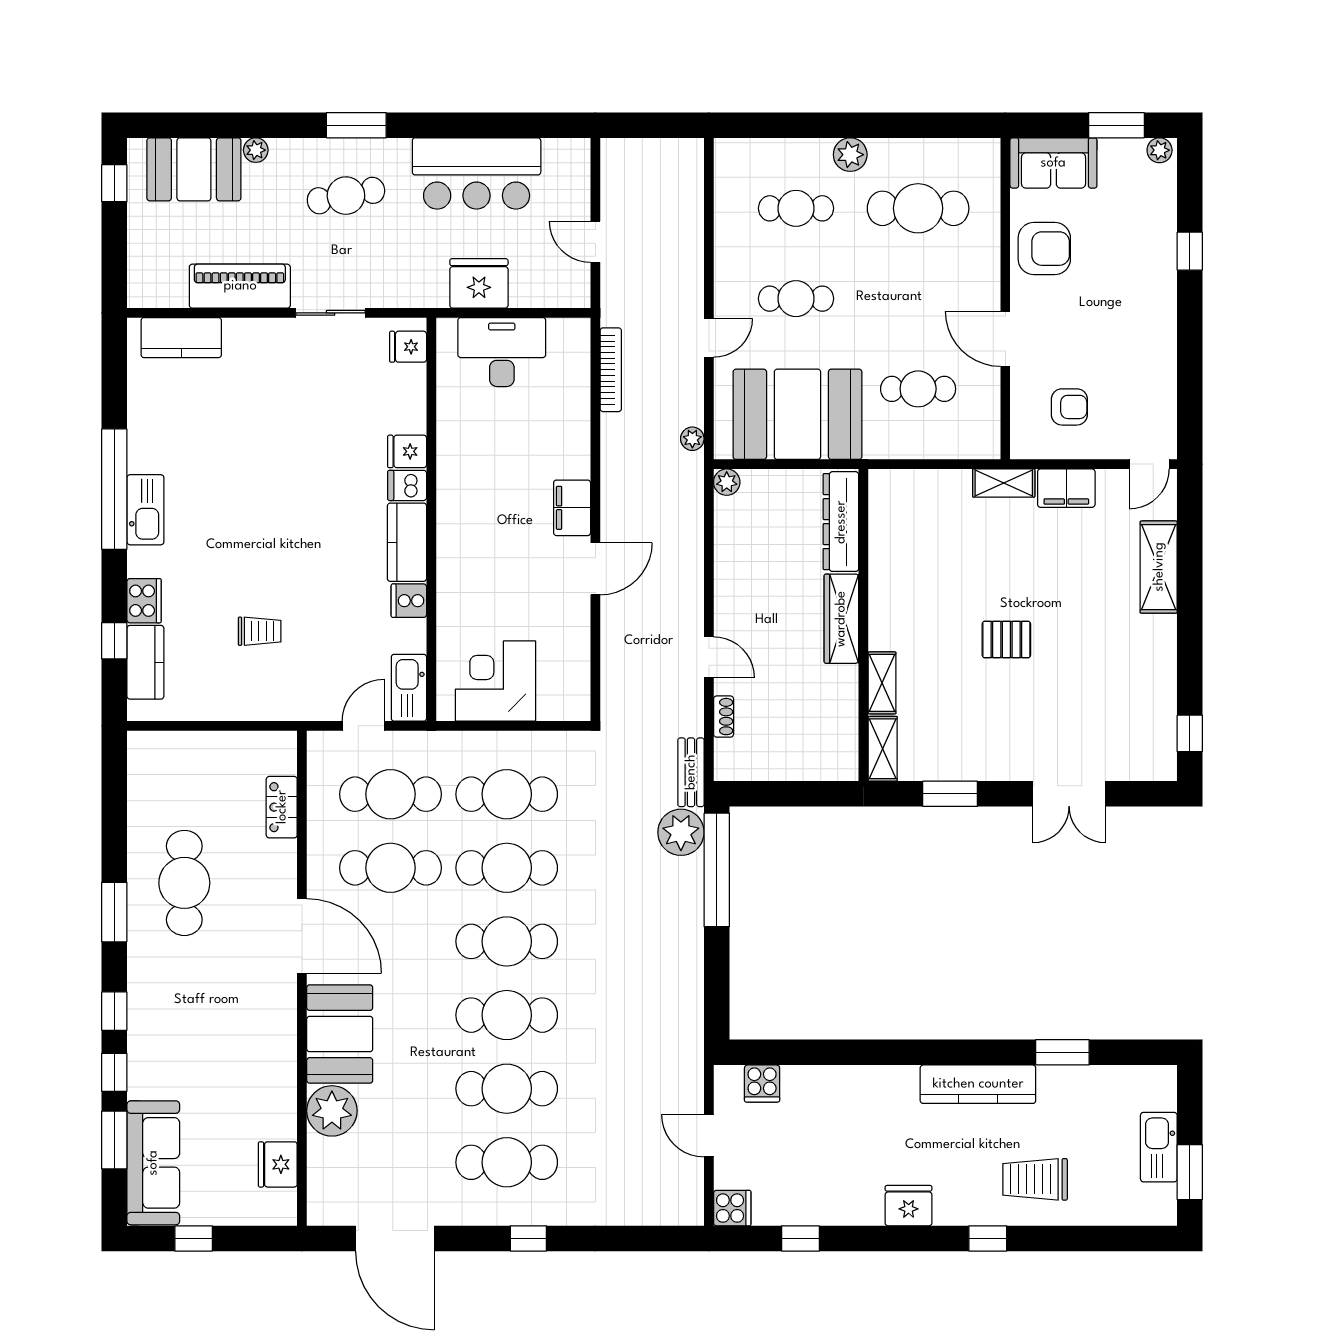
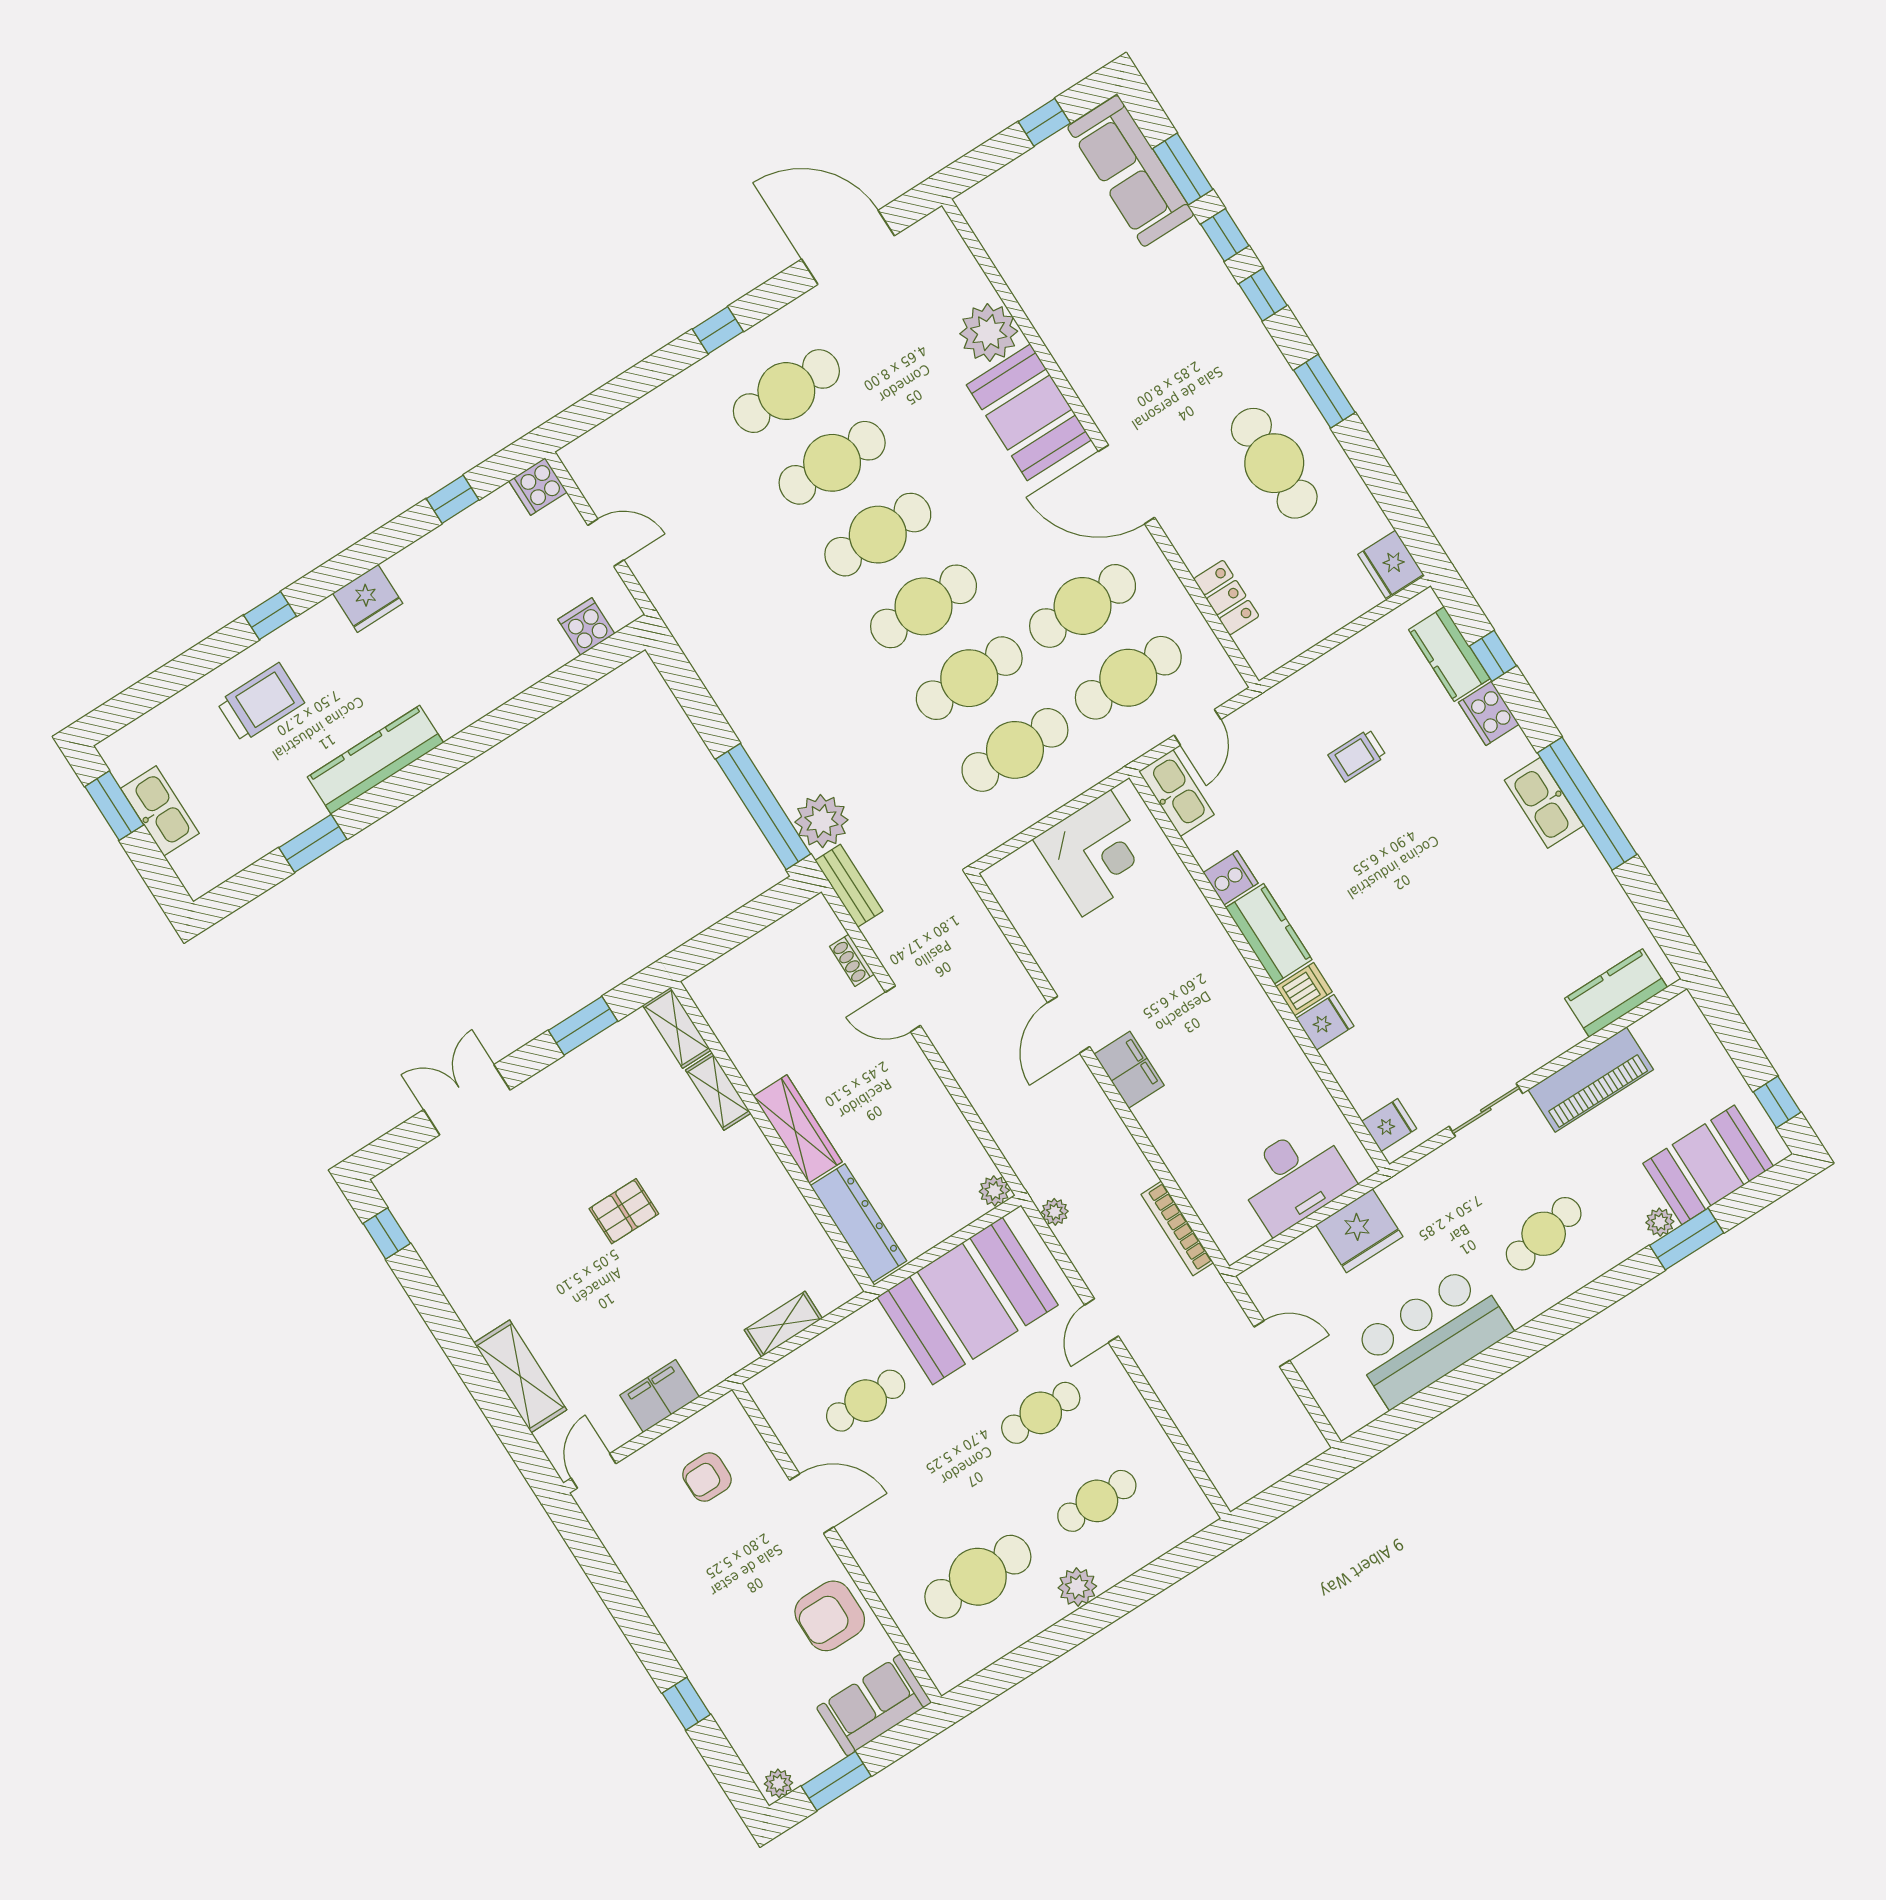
window: (356, 125) -> (1687, 1239), moved
shelving: (1004, 483) -> (783, 1324), moved
fridge: (278, 1164) -> (1391, 564), moved, turned 180

